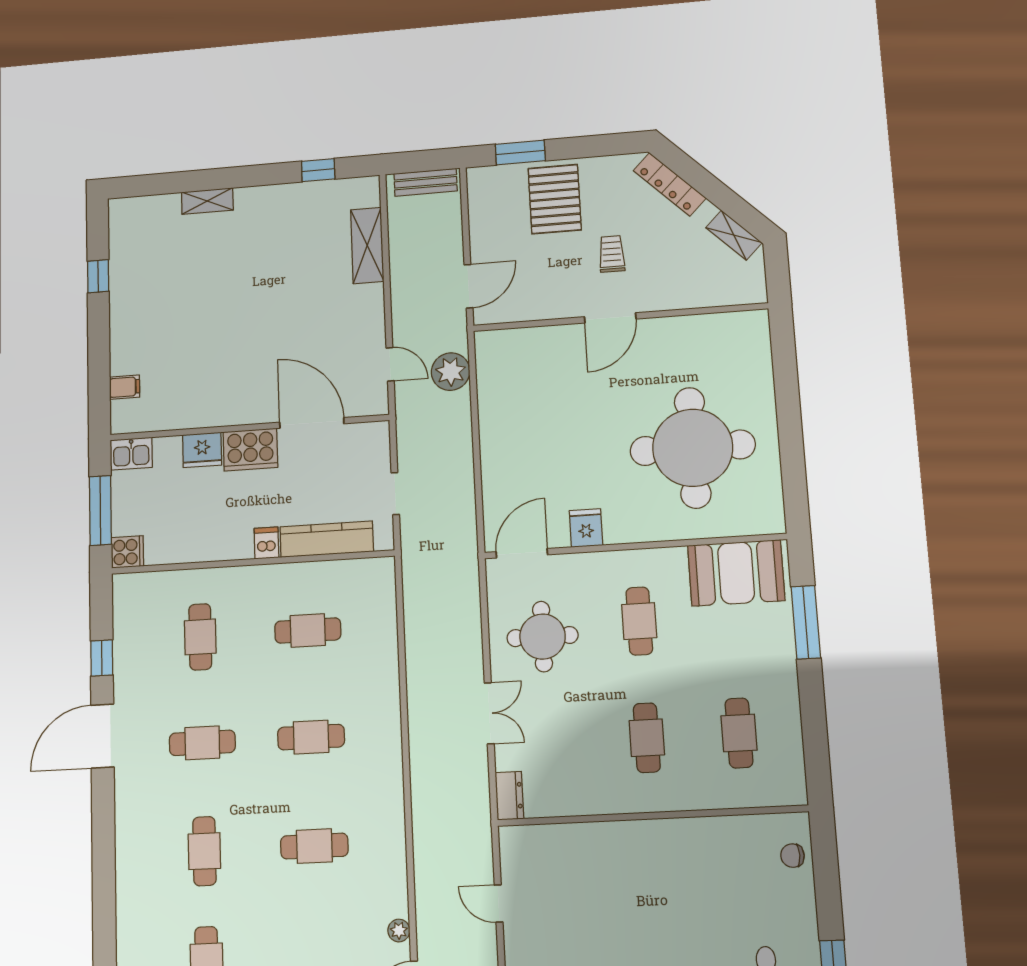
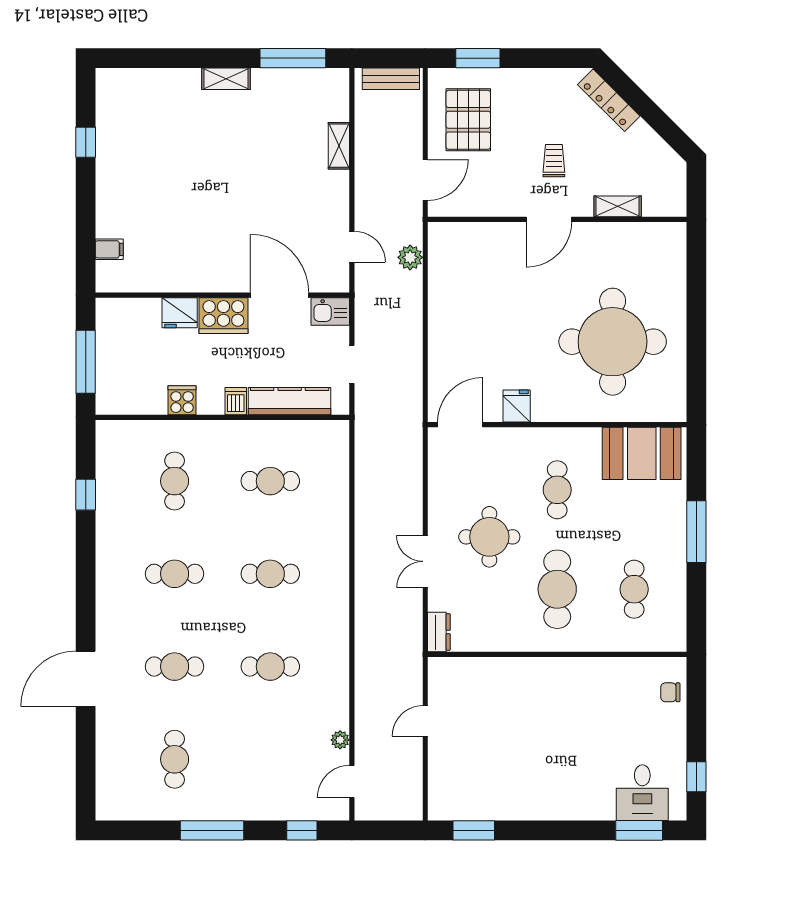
window: (318, 170) -> (293, 58), width x2.17
pallet: (555, 199) -> (468, 120), moved
shelving: (207, 201) -> (226, 79), moved
shelving: (734, 235) -> (618, 206), moved, turned -45
shelving: (367, 245) -> (339, 146), width x0.67, depth x0.75
plant: (451, 372) -> (410, 257), width x0.73, depth x0.73
kitchen sink: (131, 454) -> (330, 312), moved
cooker: (127, 552) -> (182, 400), moved, turned -90
window: (806, 622) -> (696, 532), moved
round table: (542, 637) -> (489, 537), moved
double door: (489, 713) -> (425, 561), swing flipped
door: (102, 736) -> (86, 679), moved
cafe table: (647, 738) -> (557, 589), width x1.37, depth x1.35
cafe table: (204, 851) -> (175, 667), turned 90
door: (499, 904) -> (425, 721), hinge flipped

